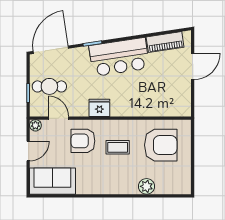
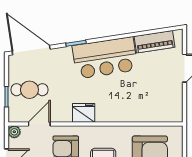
door: (51, 50) -> (31, 50), hinge flipped
door: (58, 118) -> (39, 124), hinge flipped

